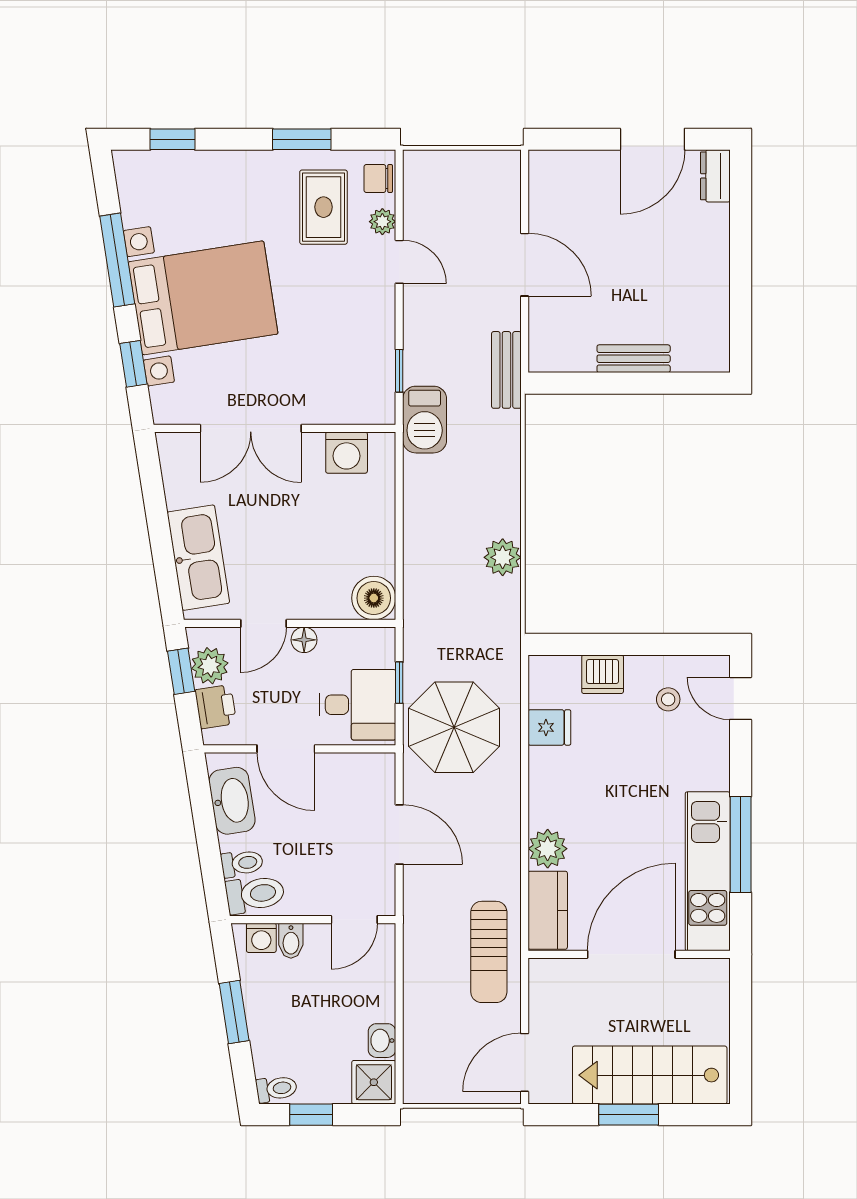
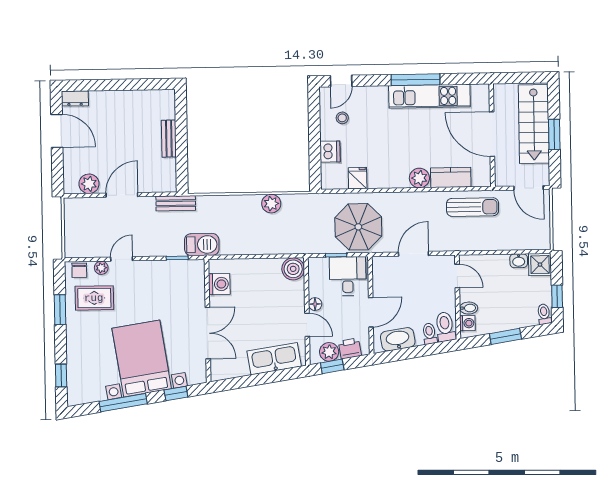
plant: (548, 200) -> (89, 184), added
wall: (629, 954) -> (492, 135), moved
door: (631, 954) -> (492, 134), moved

